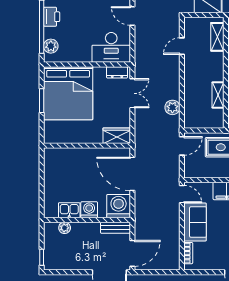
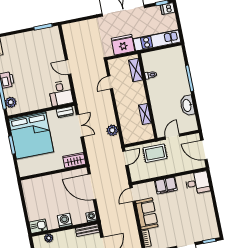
desk: (111, 47) -> (61, 93), width x0.73
door: (182, 194) -> (133, 195), swing flipped
washing machine: (119, 206) -> (91, 217), width x0.53, depth x0.53
kitchen sink: (69, 210) -> (38, 226), moved

